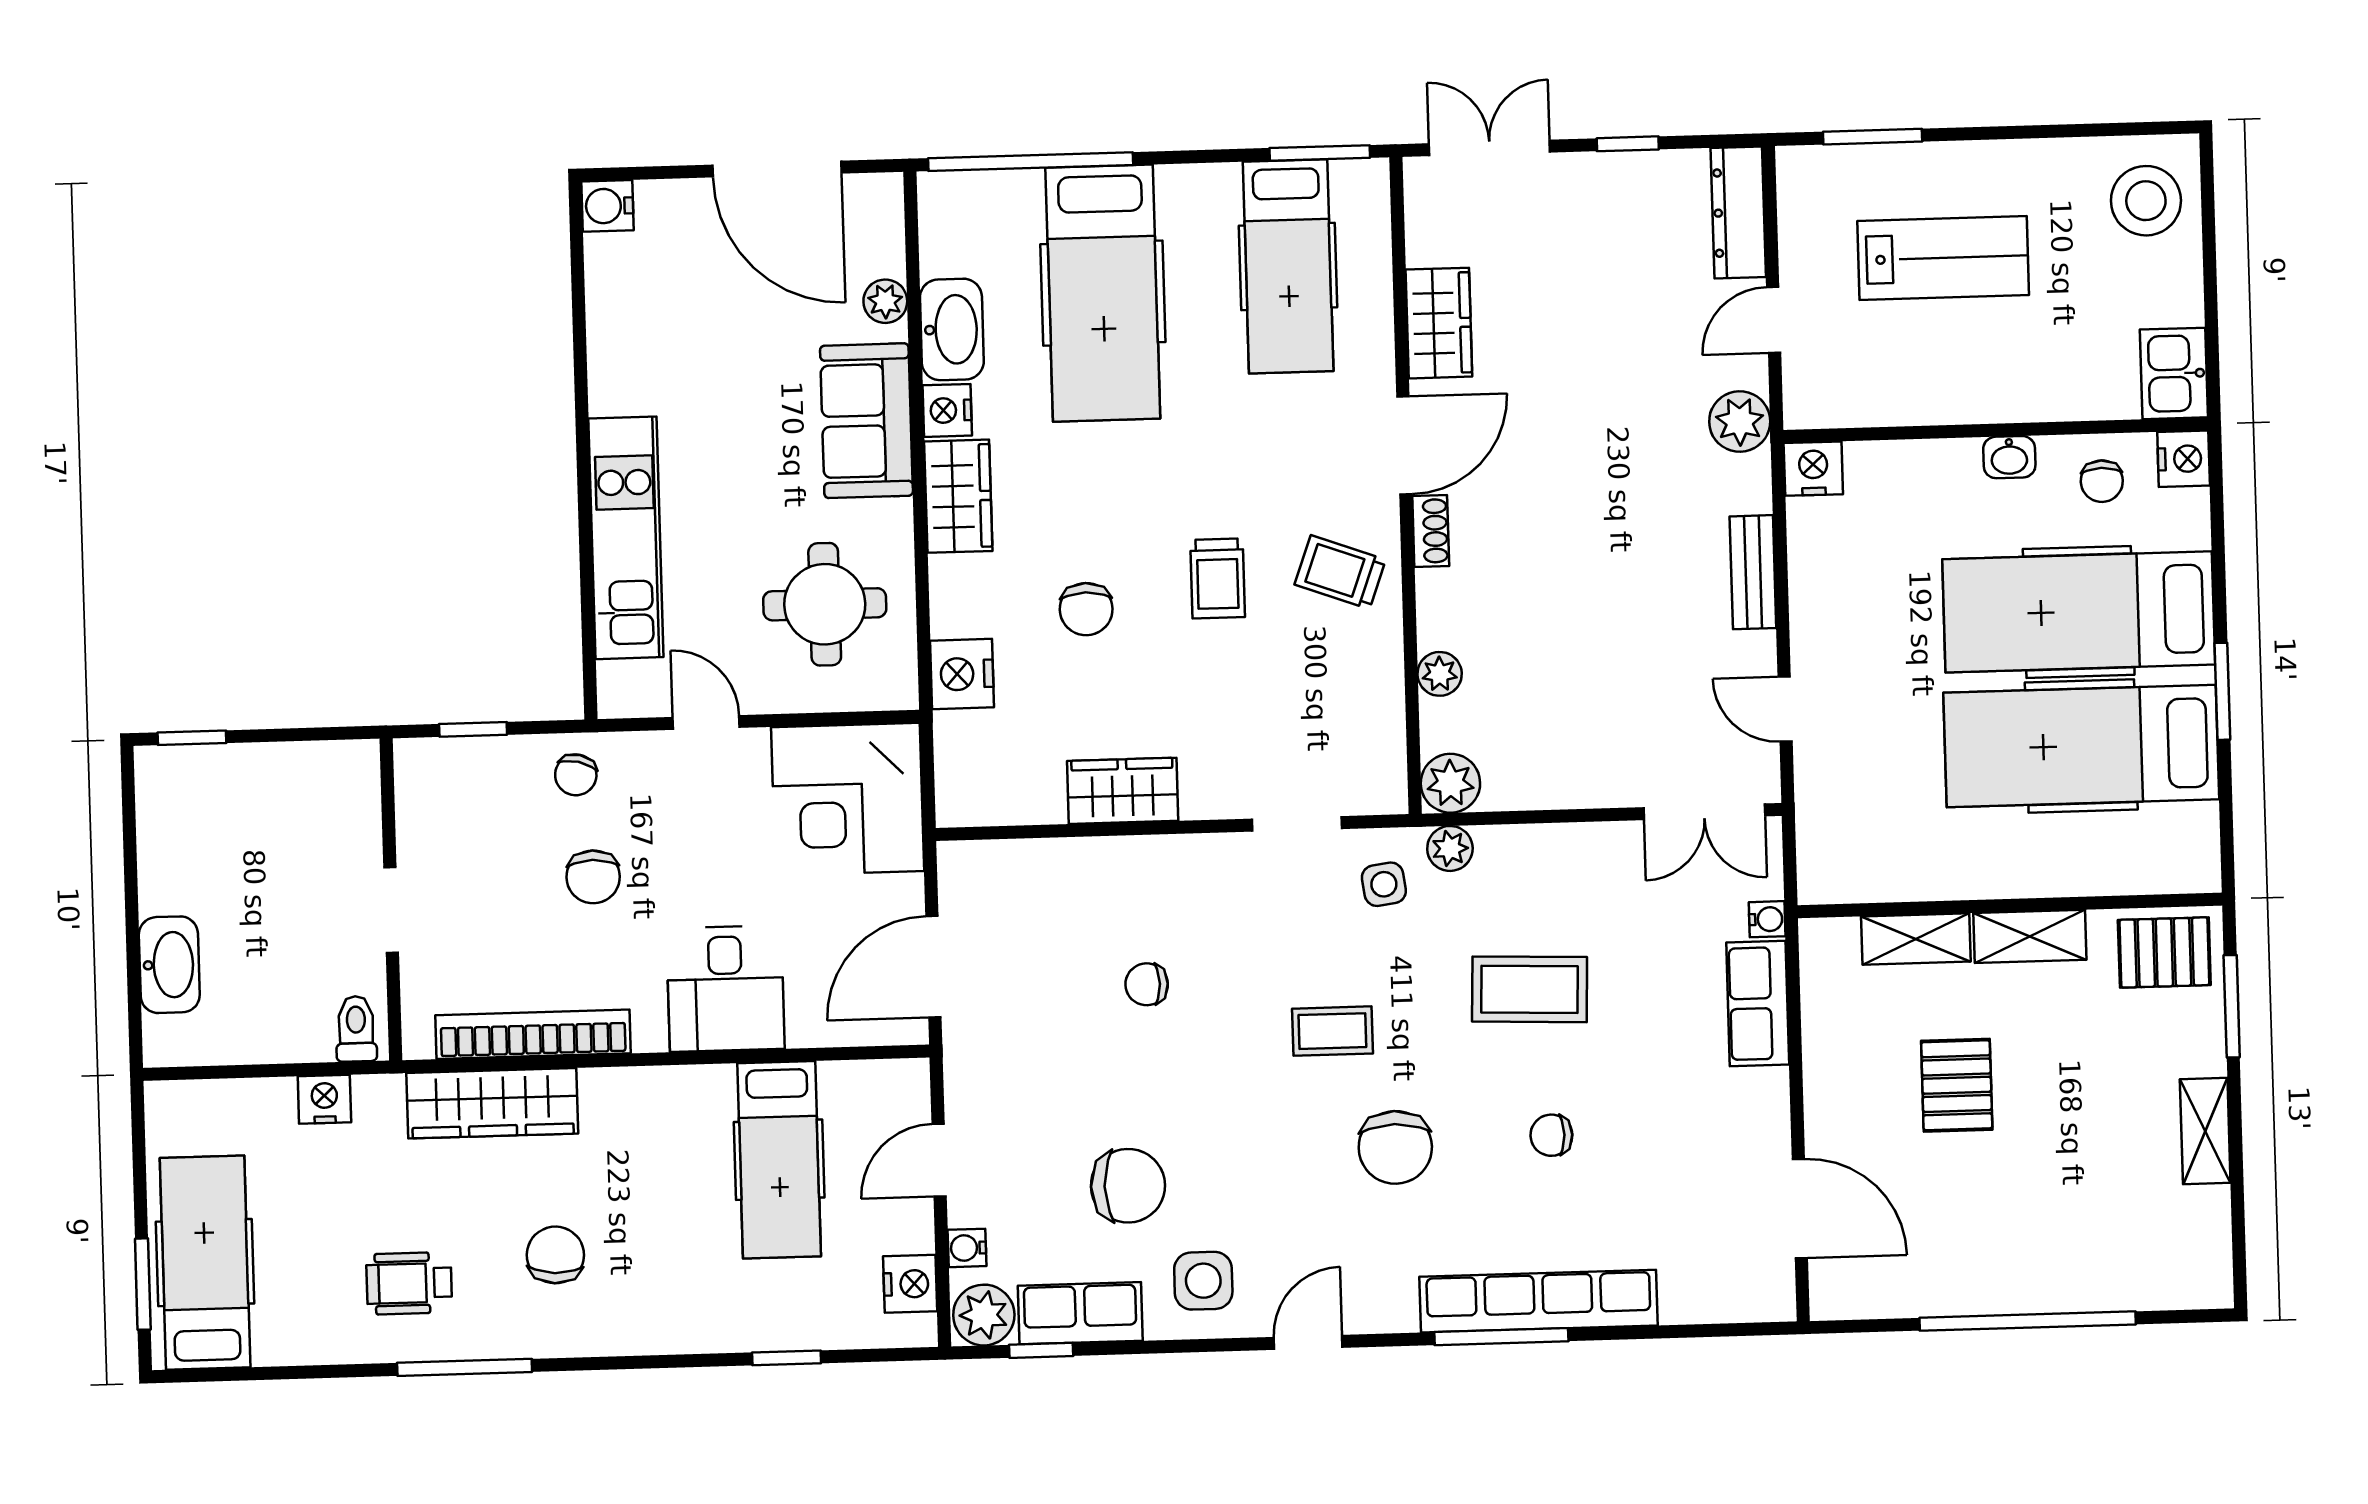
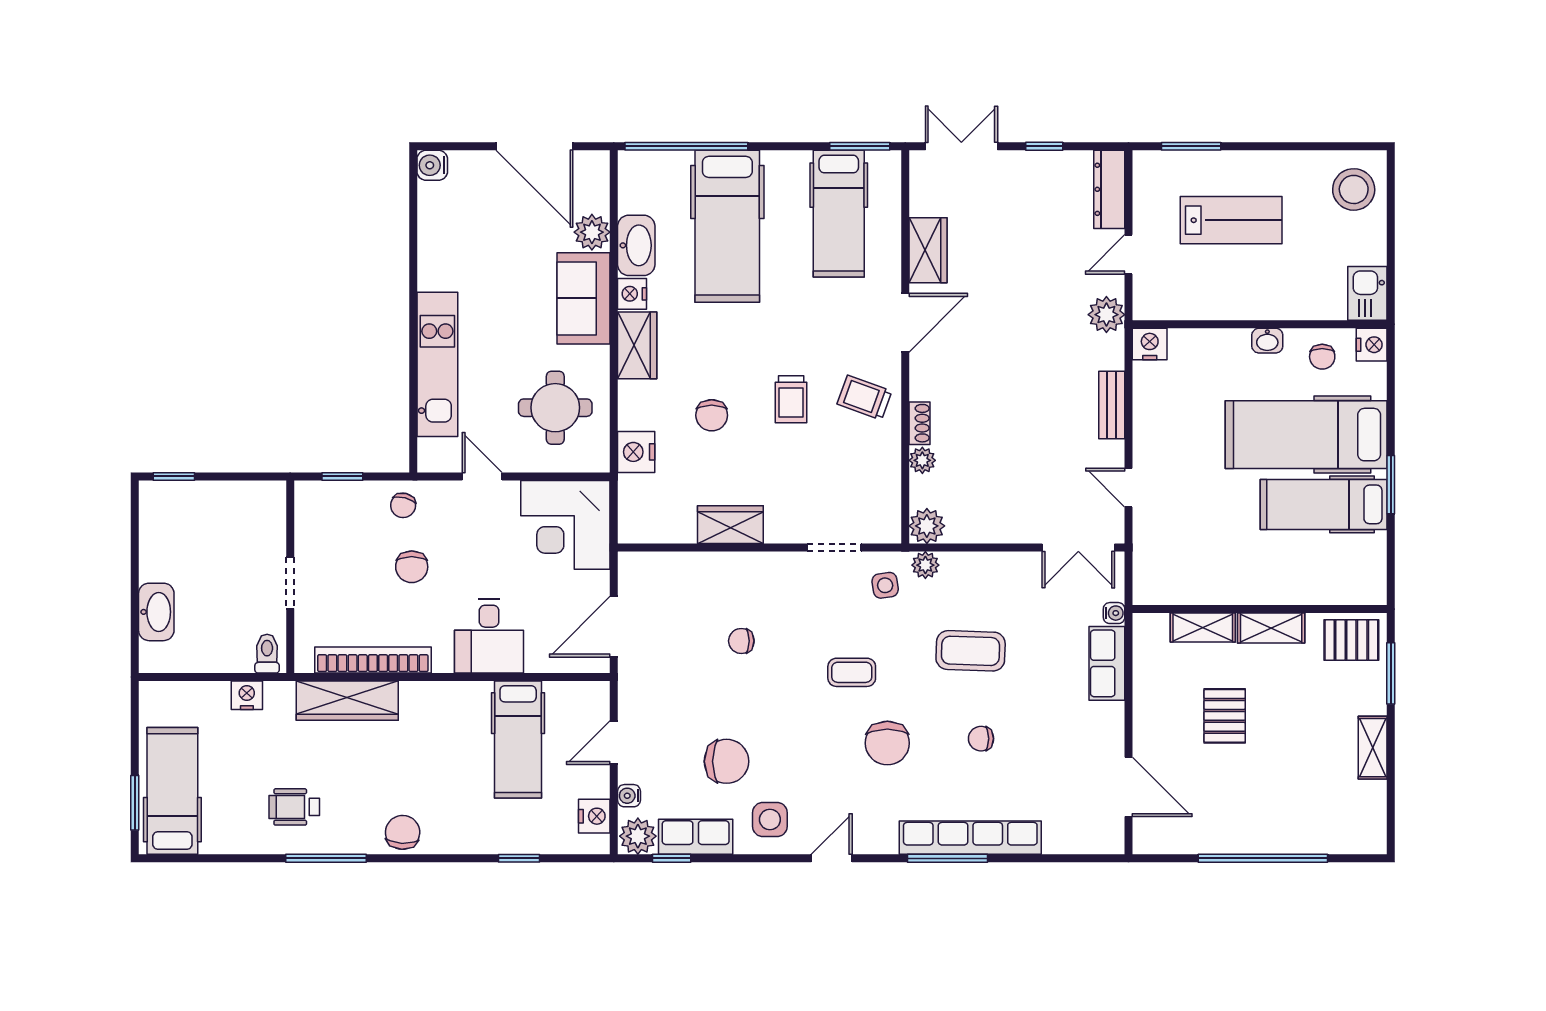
plant: (885, 301) -> (592, 232), width x1.38, depth x1.38
shoe rack: (1431, 531) -> (919, 423), moved
hospital bed: (2081, 746) -> (1324, 504), width x0.73, depth x0.78
chair: (555, 1255) -> (403, 832), moved

